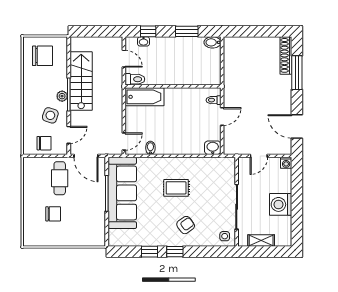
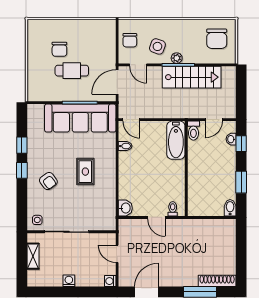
cafe table: (60, 178) -> (72, 71), moved
washing machine: (281, 204) -> (69, 281), width x0.53, depth x0.53

